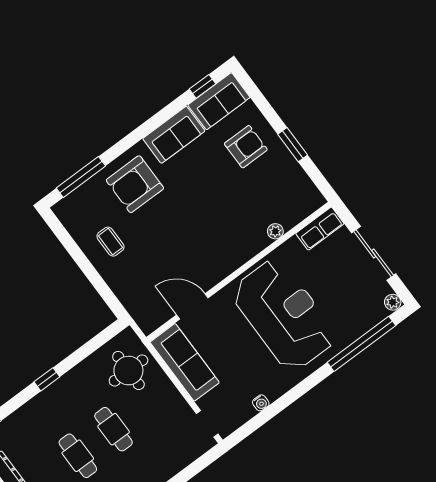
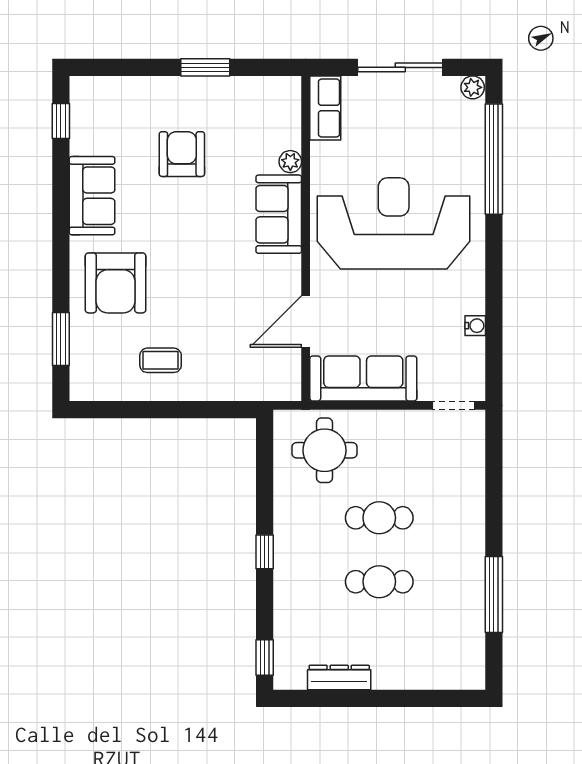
sofa: (219, 101) -> (279, 214), moved, turned 180
armchair: (246, 147) -> (182, 154), moved
window: (81, 177) -> (61, 339), width x0.69

